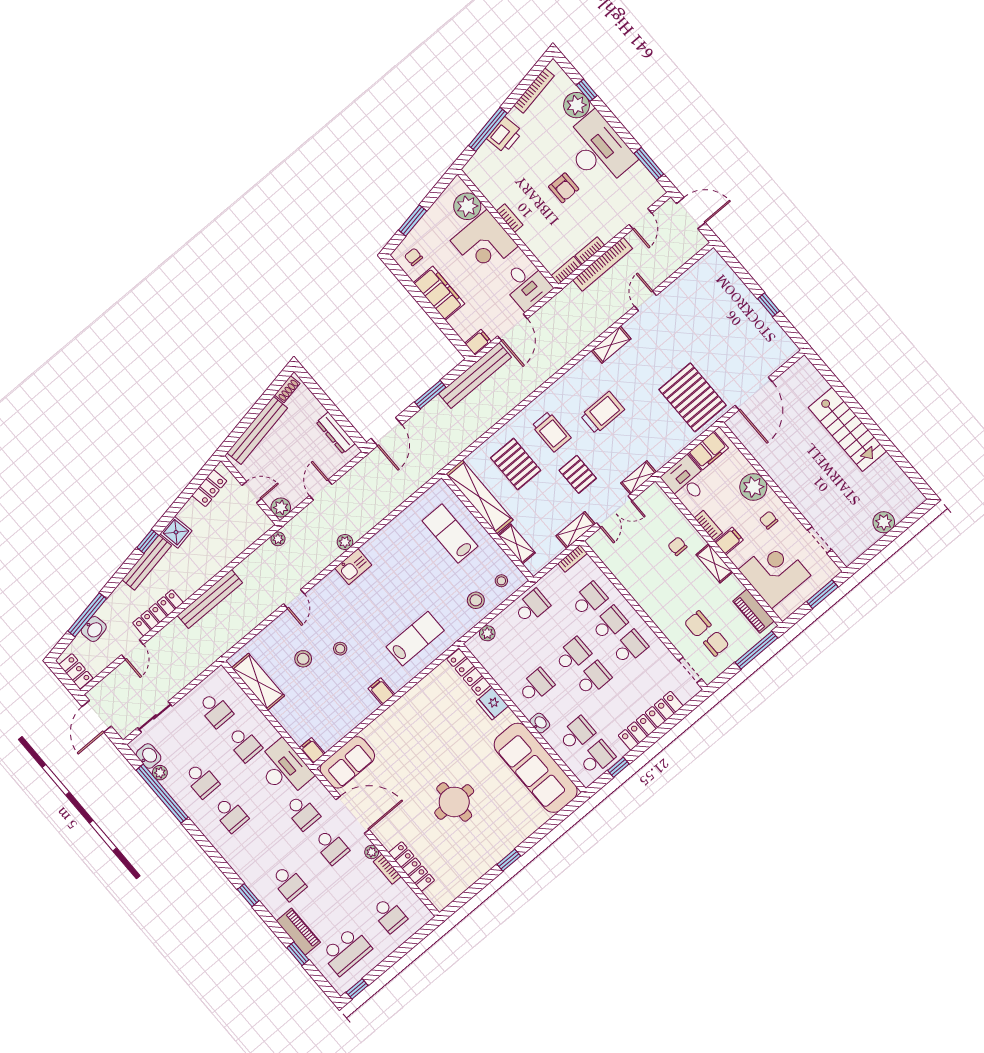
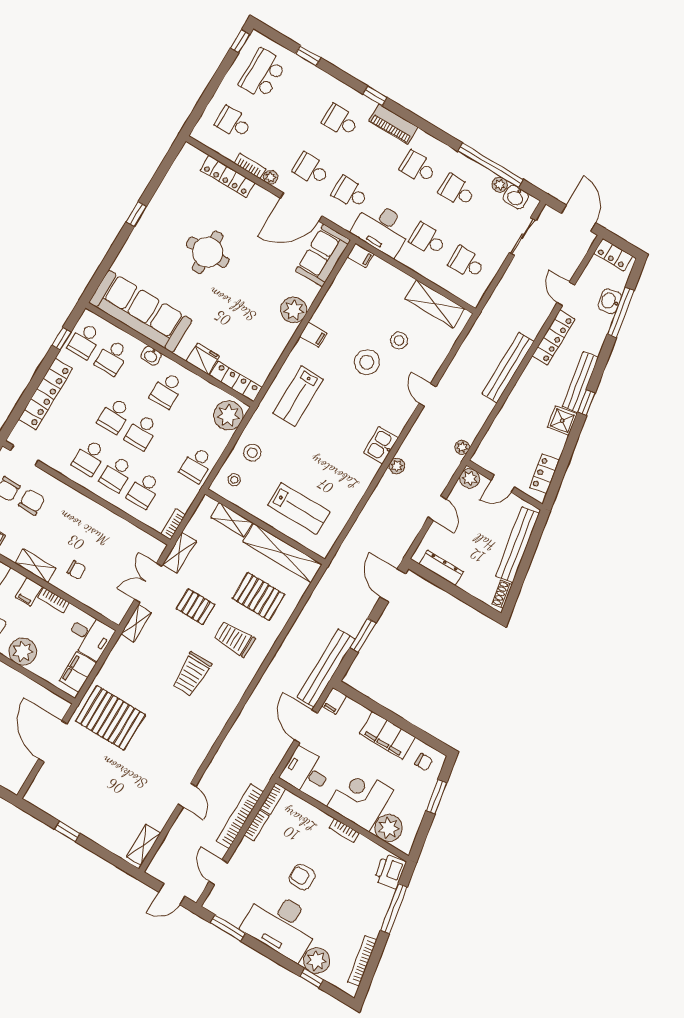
printer: (505, 135) -> (390, 871), moved
door: (691, 213) -> (172, 894), width x0.73
shelving: (611, 345) -> (144, 845), moved
plant: (487, 633) -> (228, 415), width x1.88, depth x1.88
stool: (340, 649) -> (367, 362), width x1.89, depth x1.89
plant: (392, 721) -> (294, 310), added
piano: (298, 932) -> (393, 124), moved

